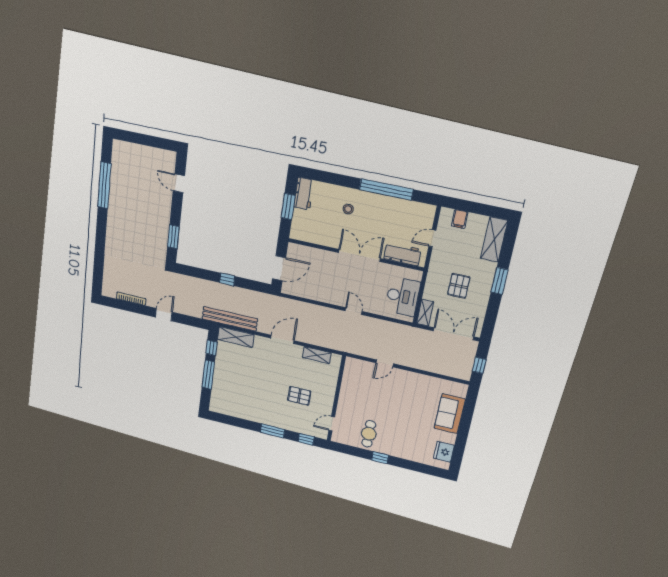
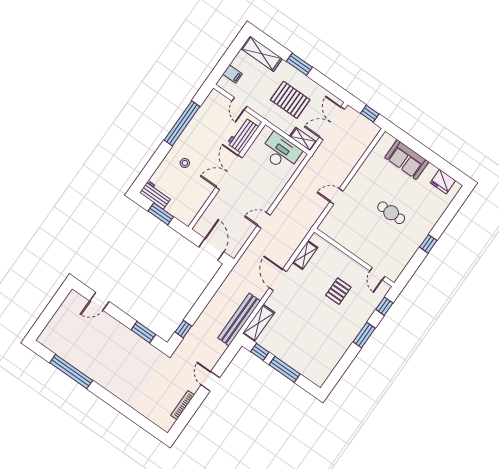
window: (227, 279) -> (183, 329), moved
pallet: (459, 286) -> (290, 100), width x1.50, depth x1.42
door: (354, 311) -> (264, 220), moved
door: (385, 363) -> (336, 196), swing flipped
cafe table: (369, 434) -> (391, 213), moved

